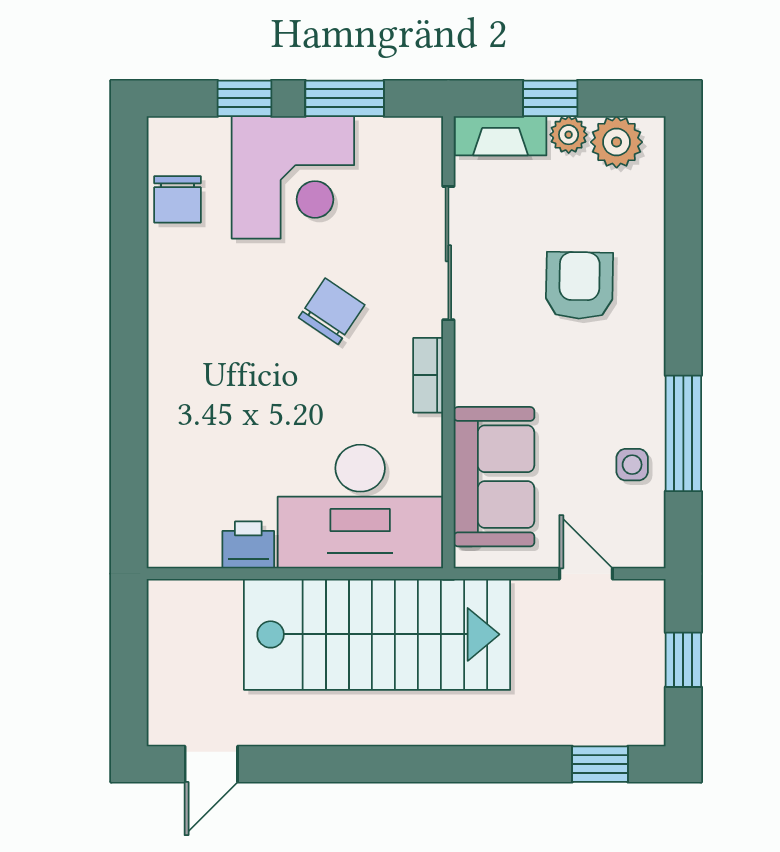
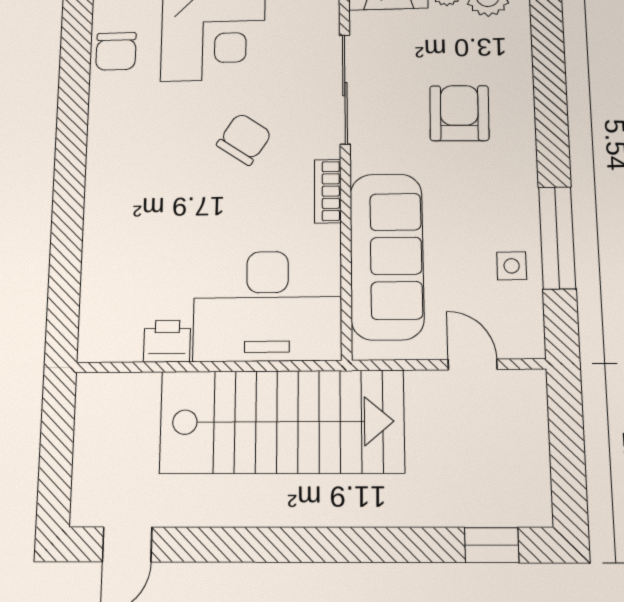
sofa: (494, 477) -> (387, 256), width x1.36
window: (683, 660) -> (567, 444), removed

